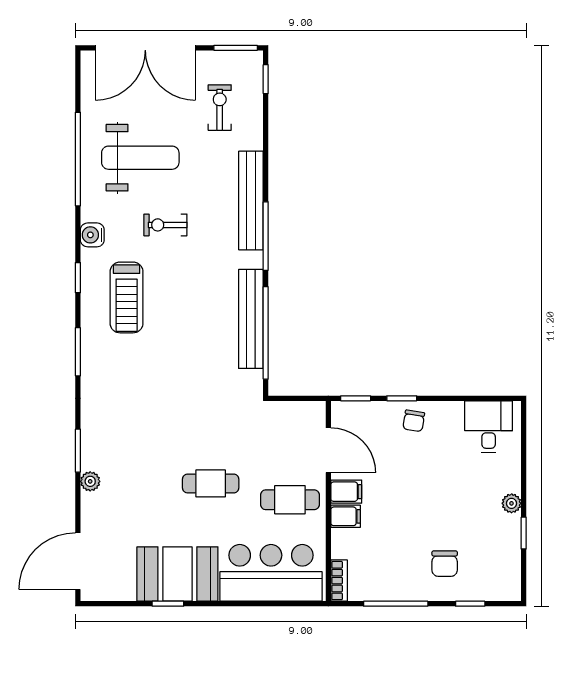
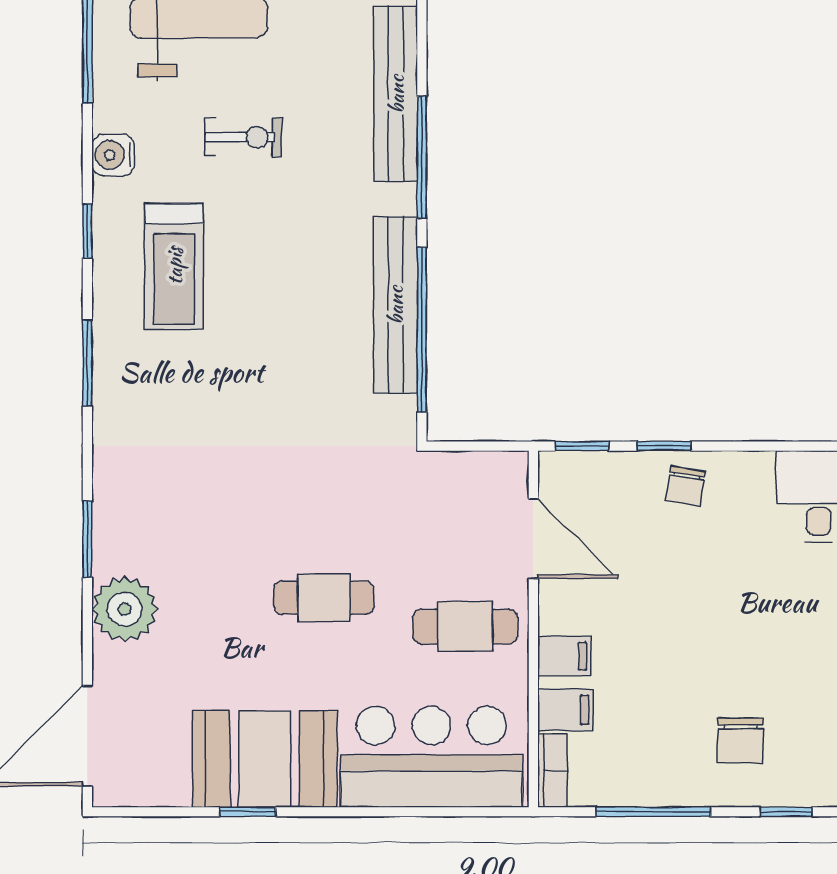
exercise bike: (165, 225) -> (243, 137), turned 180
plant: (90, 481) -> (125, 609), width x1.88, depth x1.88
filing cabinet: (346, 492) -> (565, 710), moved

